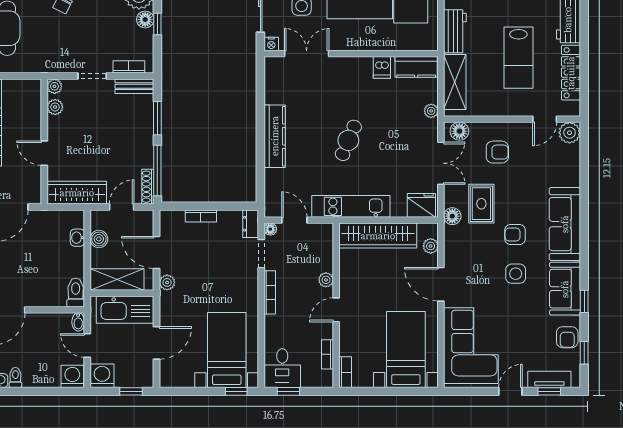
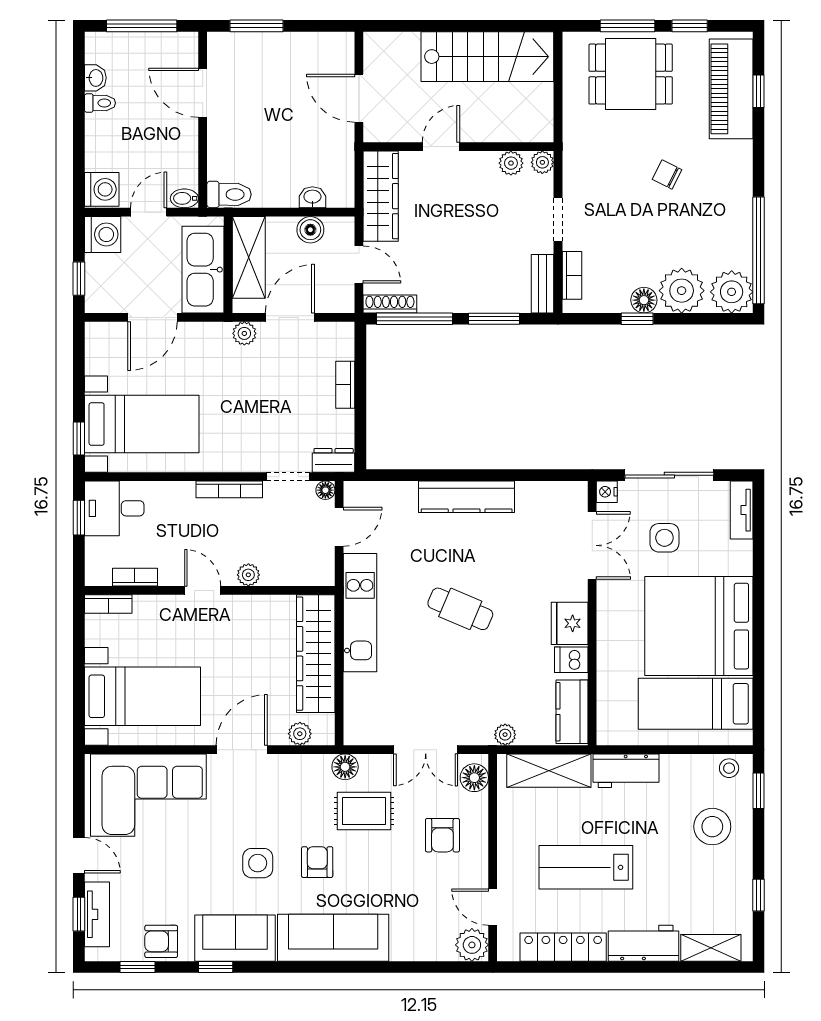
fridge: (421, 205) -> (570, 623), moved, turned 180
door: (157, 343) -> (152, 317), hinge flipped

